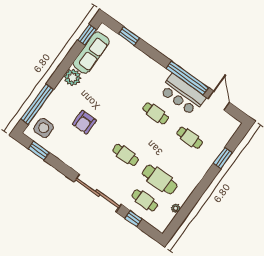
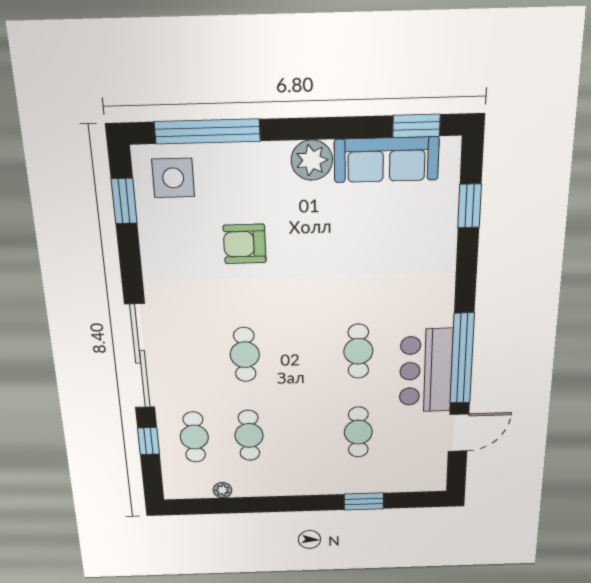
cafe table: (160, 179) -> (249, 435), width x0.73, depth x0.74

